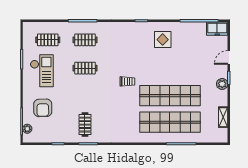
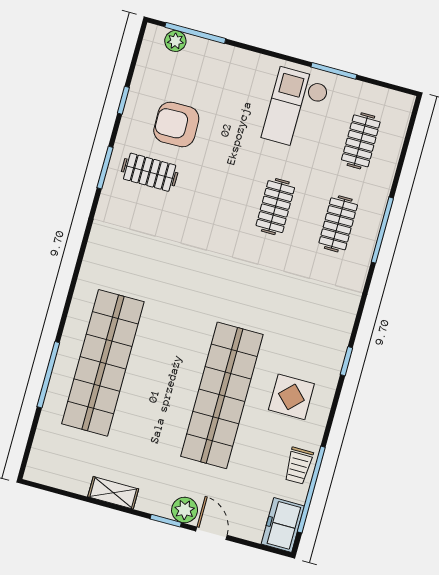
checkout: (42, 71) -> (296, 109), turned 90
trolley: (127, 81) -> (299, 466), moved
plant: (222, 84) -> (185, 510), moved
shop shelf: (170, 96) -> (222, 395), moved
armchair: (43, 108) -> (176, 124), moved
shelving: (223, 117) -> (113, 493), moved

